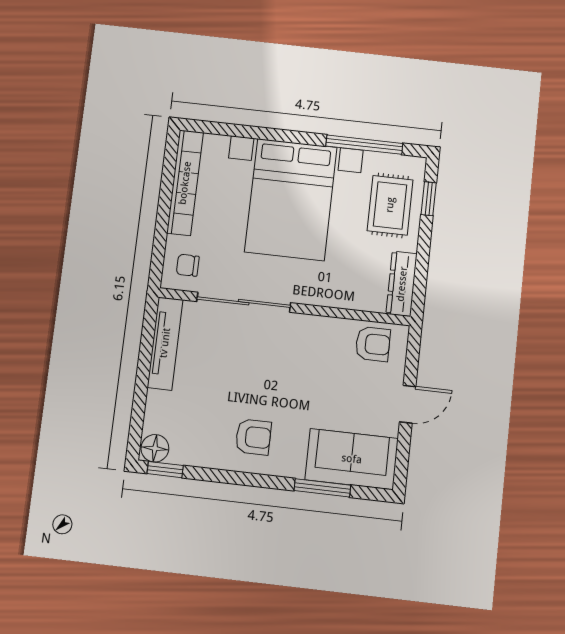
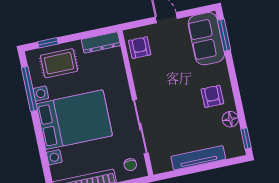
tv unit: (165, 343) -> (198, 158), moved
floor lamp: (155, 448) -> (230, 119), moved
window: (322, 488) -> (224, 35), moved

